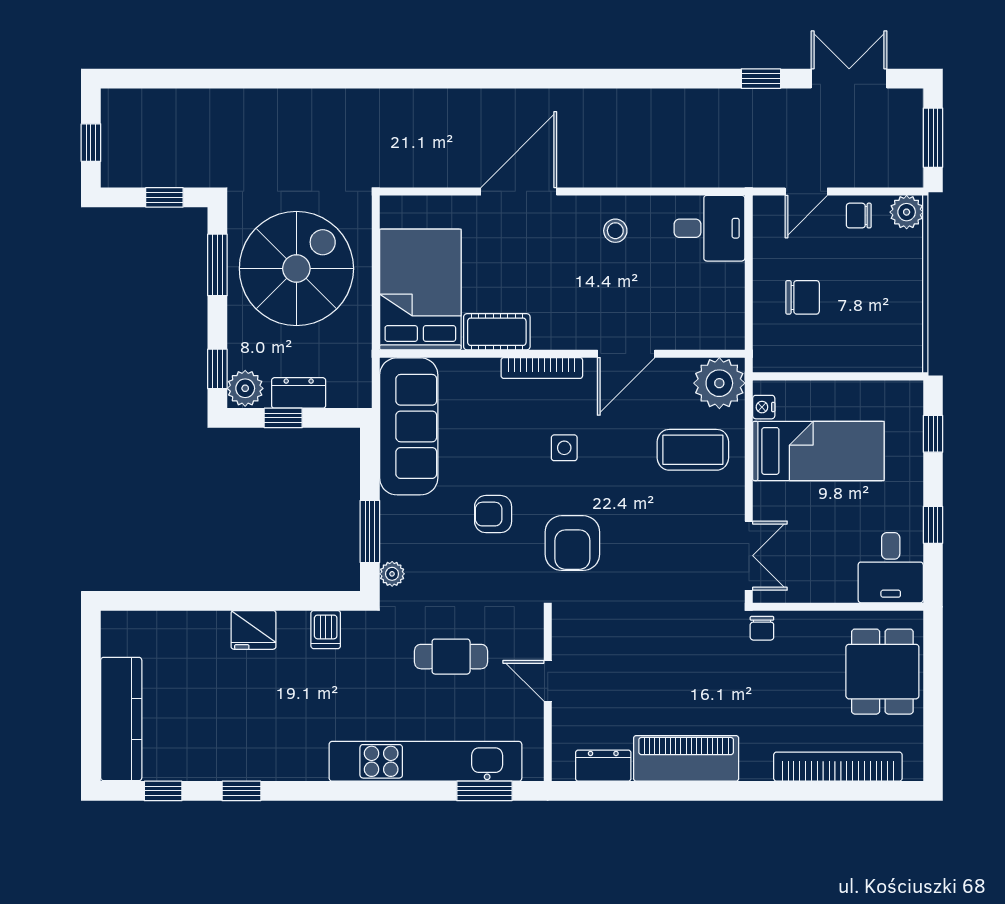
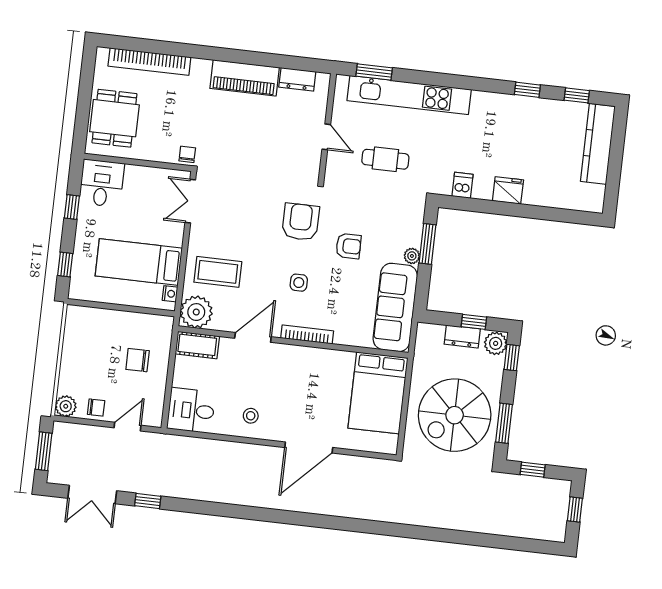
cot: (497, 332) -> (197, 345), moved
plant: (392, 574) -> (412, 256), moved

